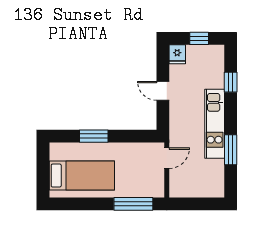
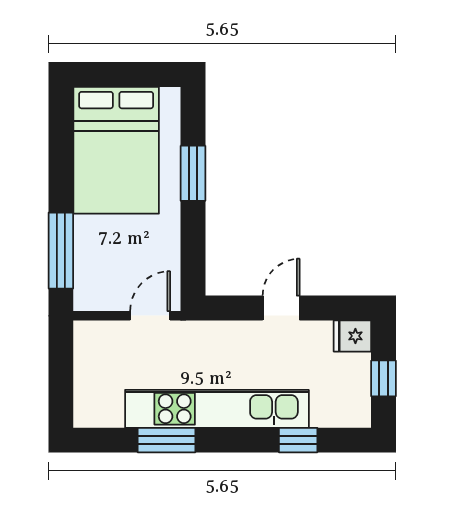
kitchen unit: (215, 124) -> (217, 409), width x1.36
door: (167, 158) -> (150, 316), swing flipped
bed: (82, 176) -> (116, 150), width x1.50

